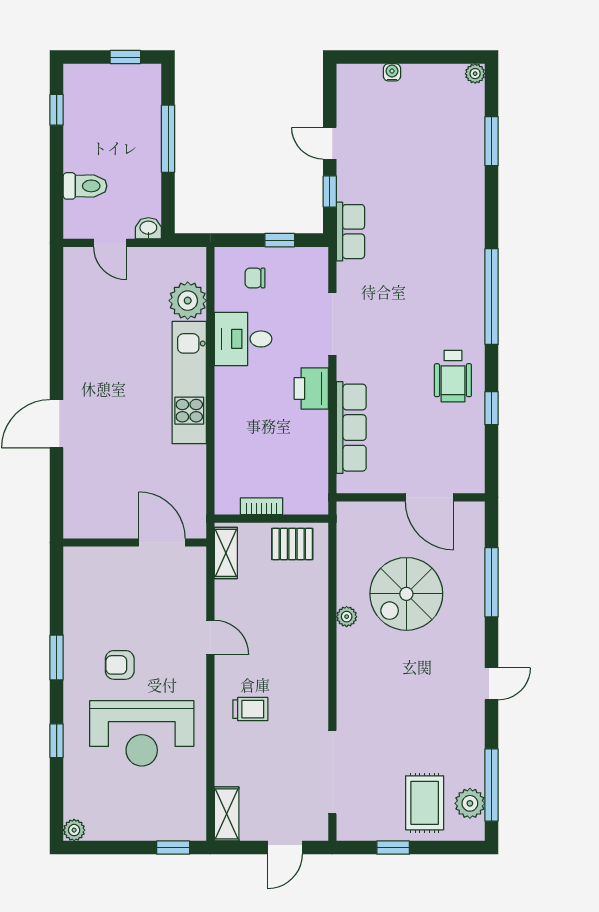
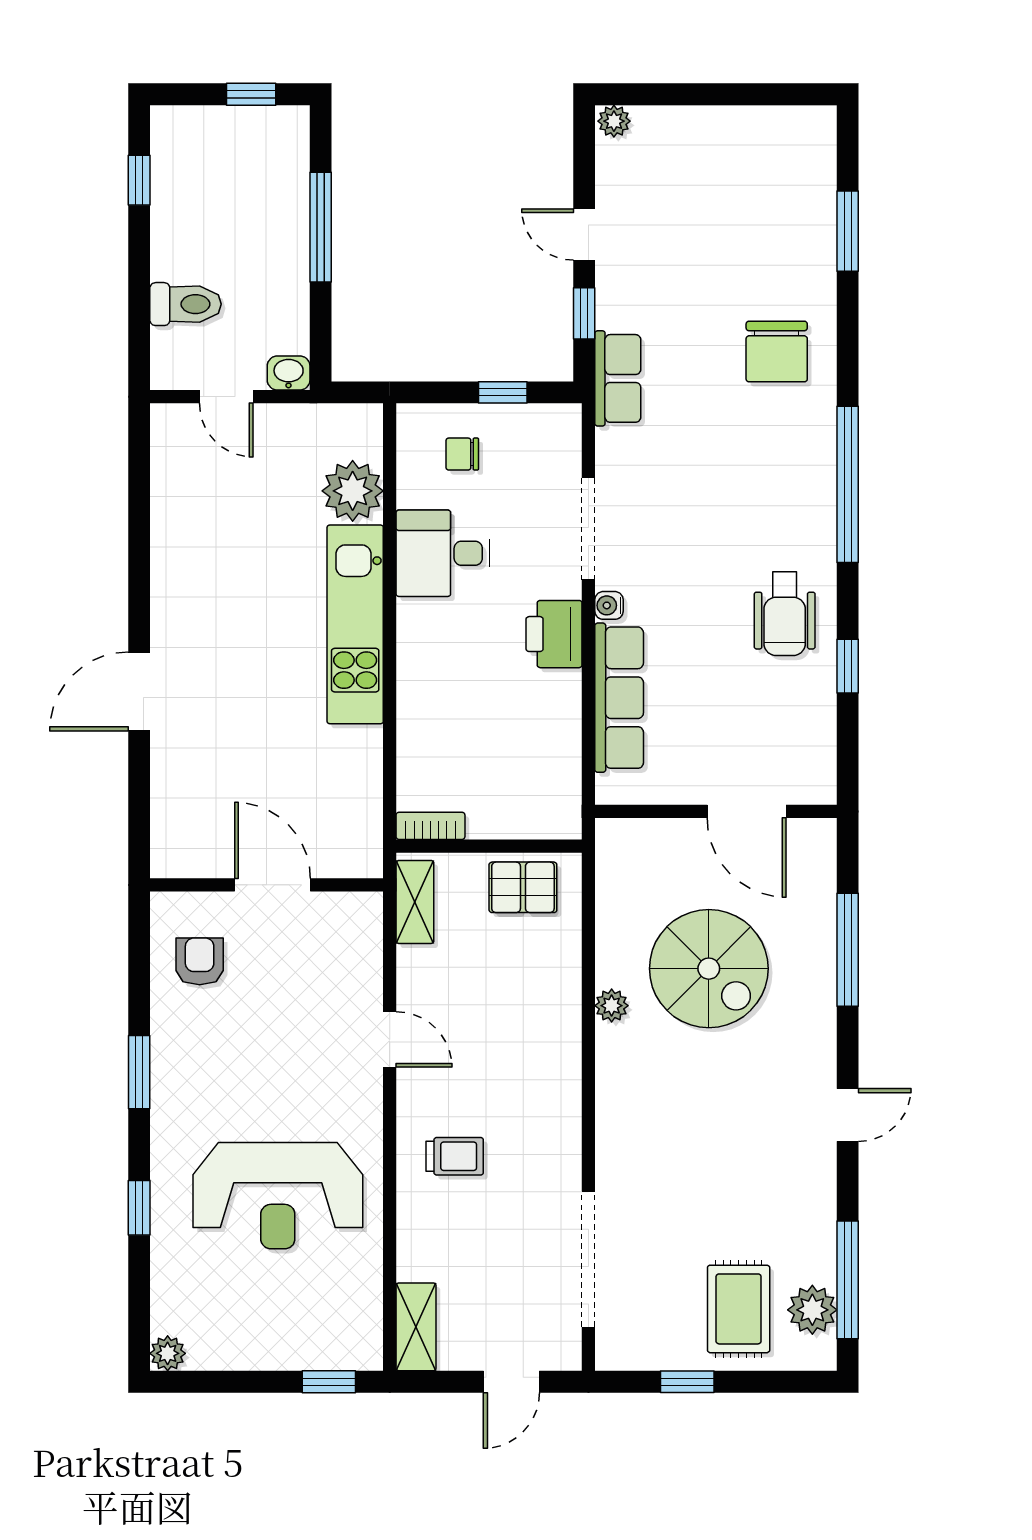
water cooler: (392, 72) -> (609, 605), moved, turned -90
plant: (475, 74) -> (614, 121), moved
chair: (448, 215) -> (777, 352), added
bookcase: (262, 506) -> (430, 826), moved
door: (162, 543) -> (272, 885), moved
spiral stairs: (406, 594) -> (709, 969), turned -90
armchair: (120, 665) -> (200, 961), moved, turned 90

